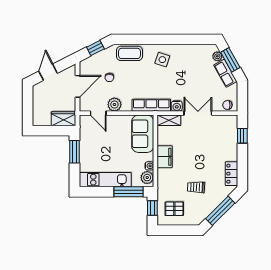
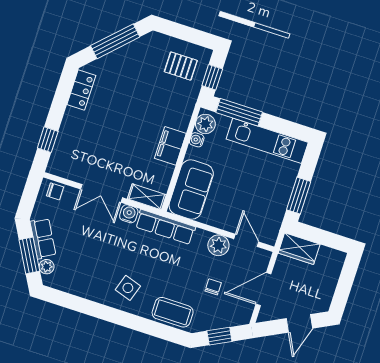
trolley: (196, 187) -> (139, 87), removed

